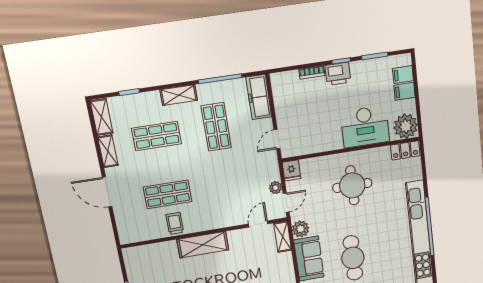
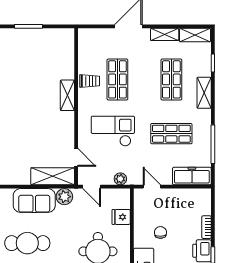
shelving: (179, 95) -> (204, 93), moved
chair: (324, 122) -> (160, 232), added
fridge: (292, 170) -> (121, 217), moved
plant: (276, 188) -> (120, 179), moved
checkout: (224, 190) -> (113, 131), added
shelving: (283, 237) -> (53, 176), width x1.50, depth x1.33
shelving: (203, 245) -> (67, 95), width x0.67, depth x0.75

